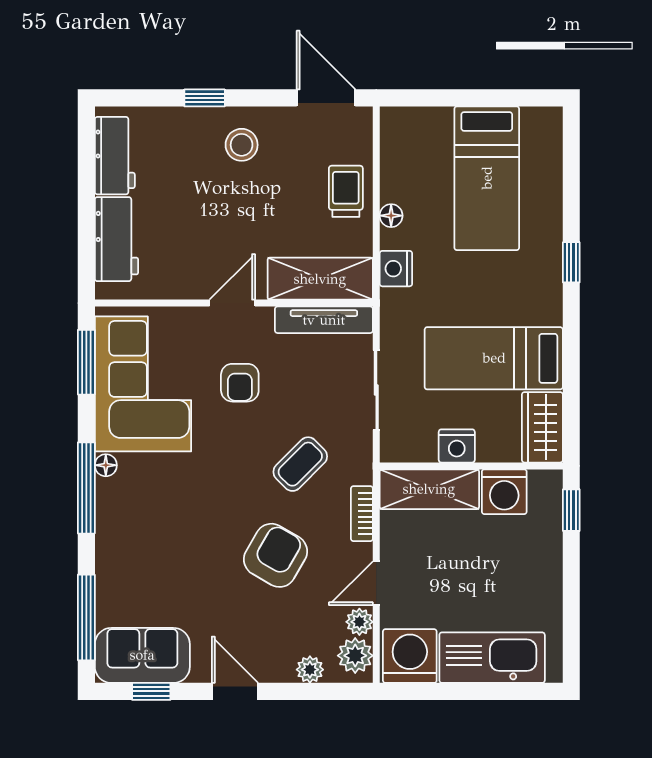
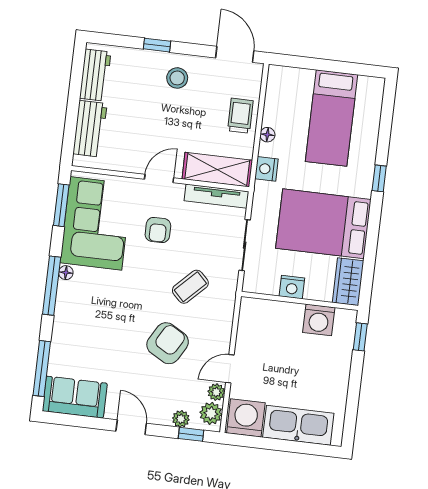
bed: (494, 358) -> (323, 224), width x1.50
shelving: (429, 489) -> (271, 313), removed
bookcase: (362, 514) -> (226, 323), removed
window: (151, 691) -> (191, 434), moved

